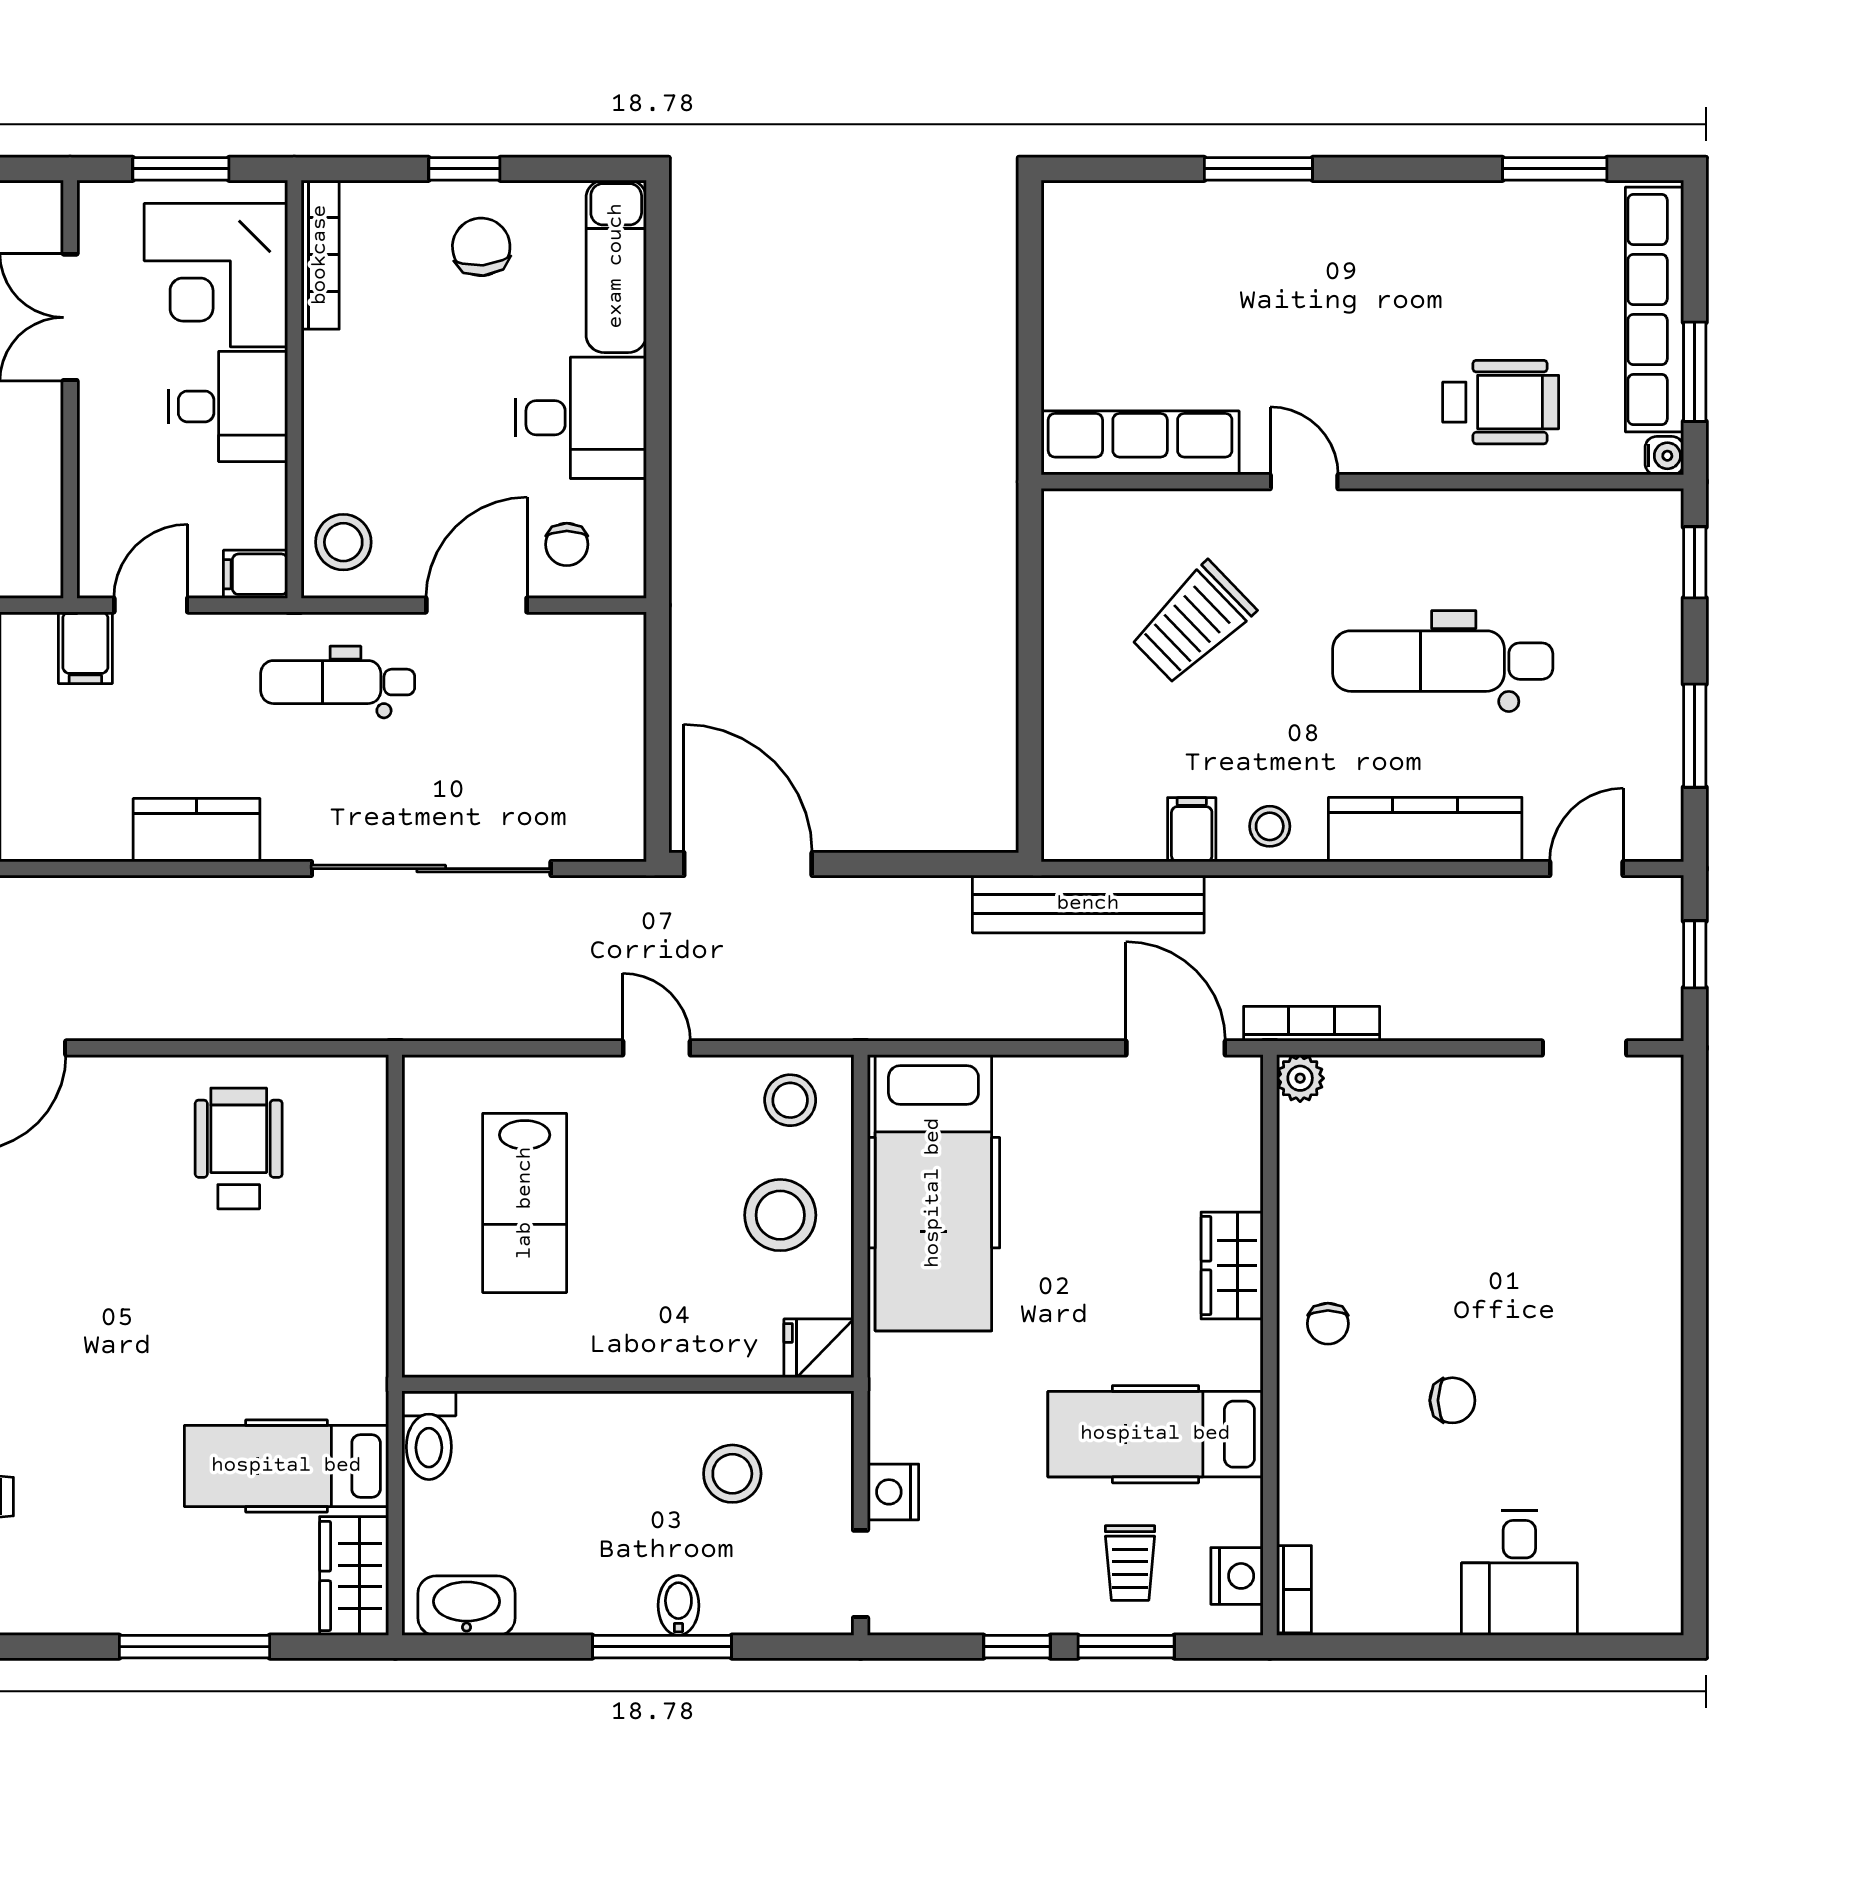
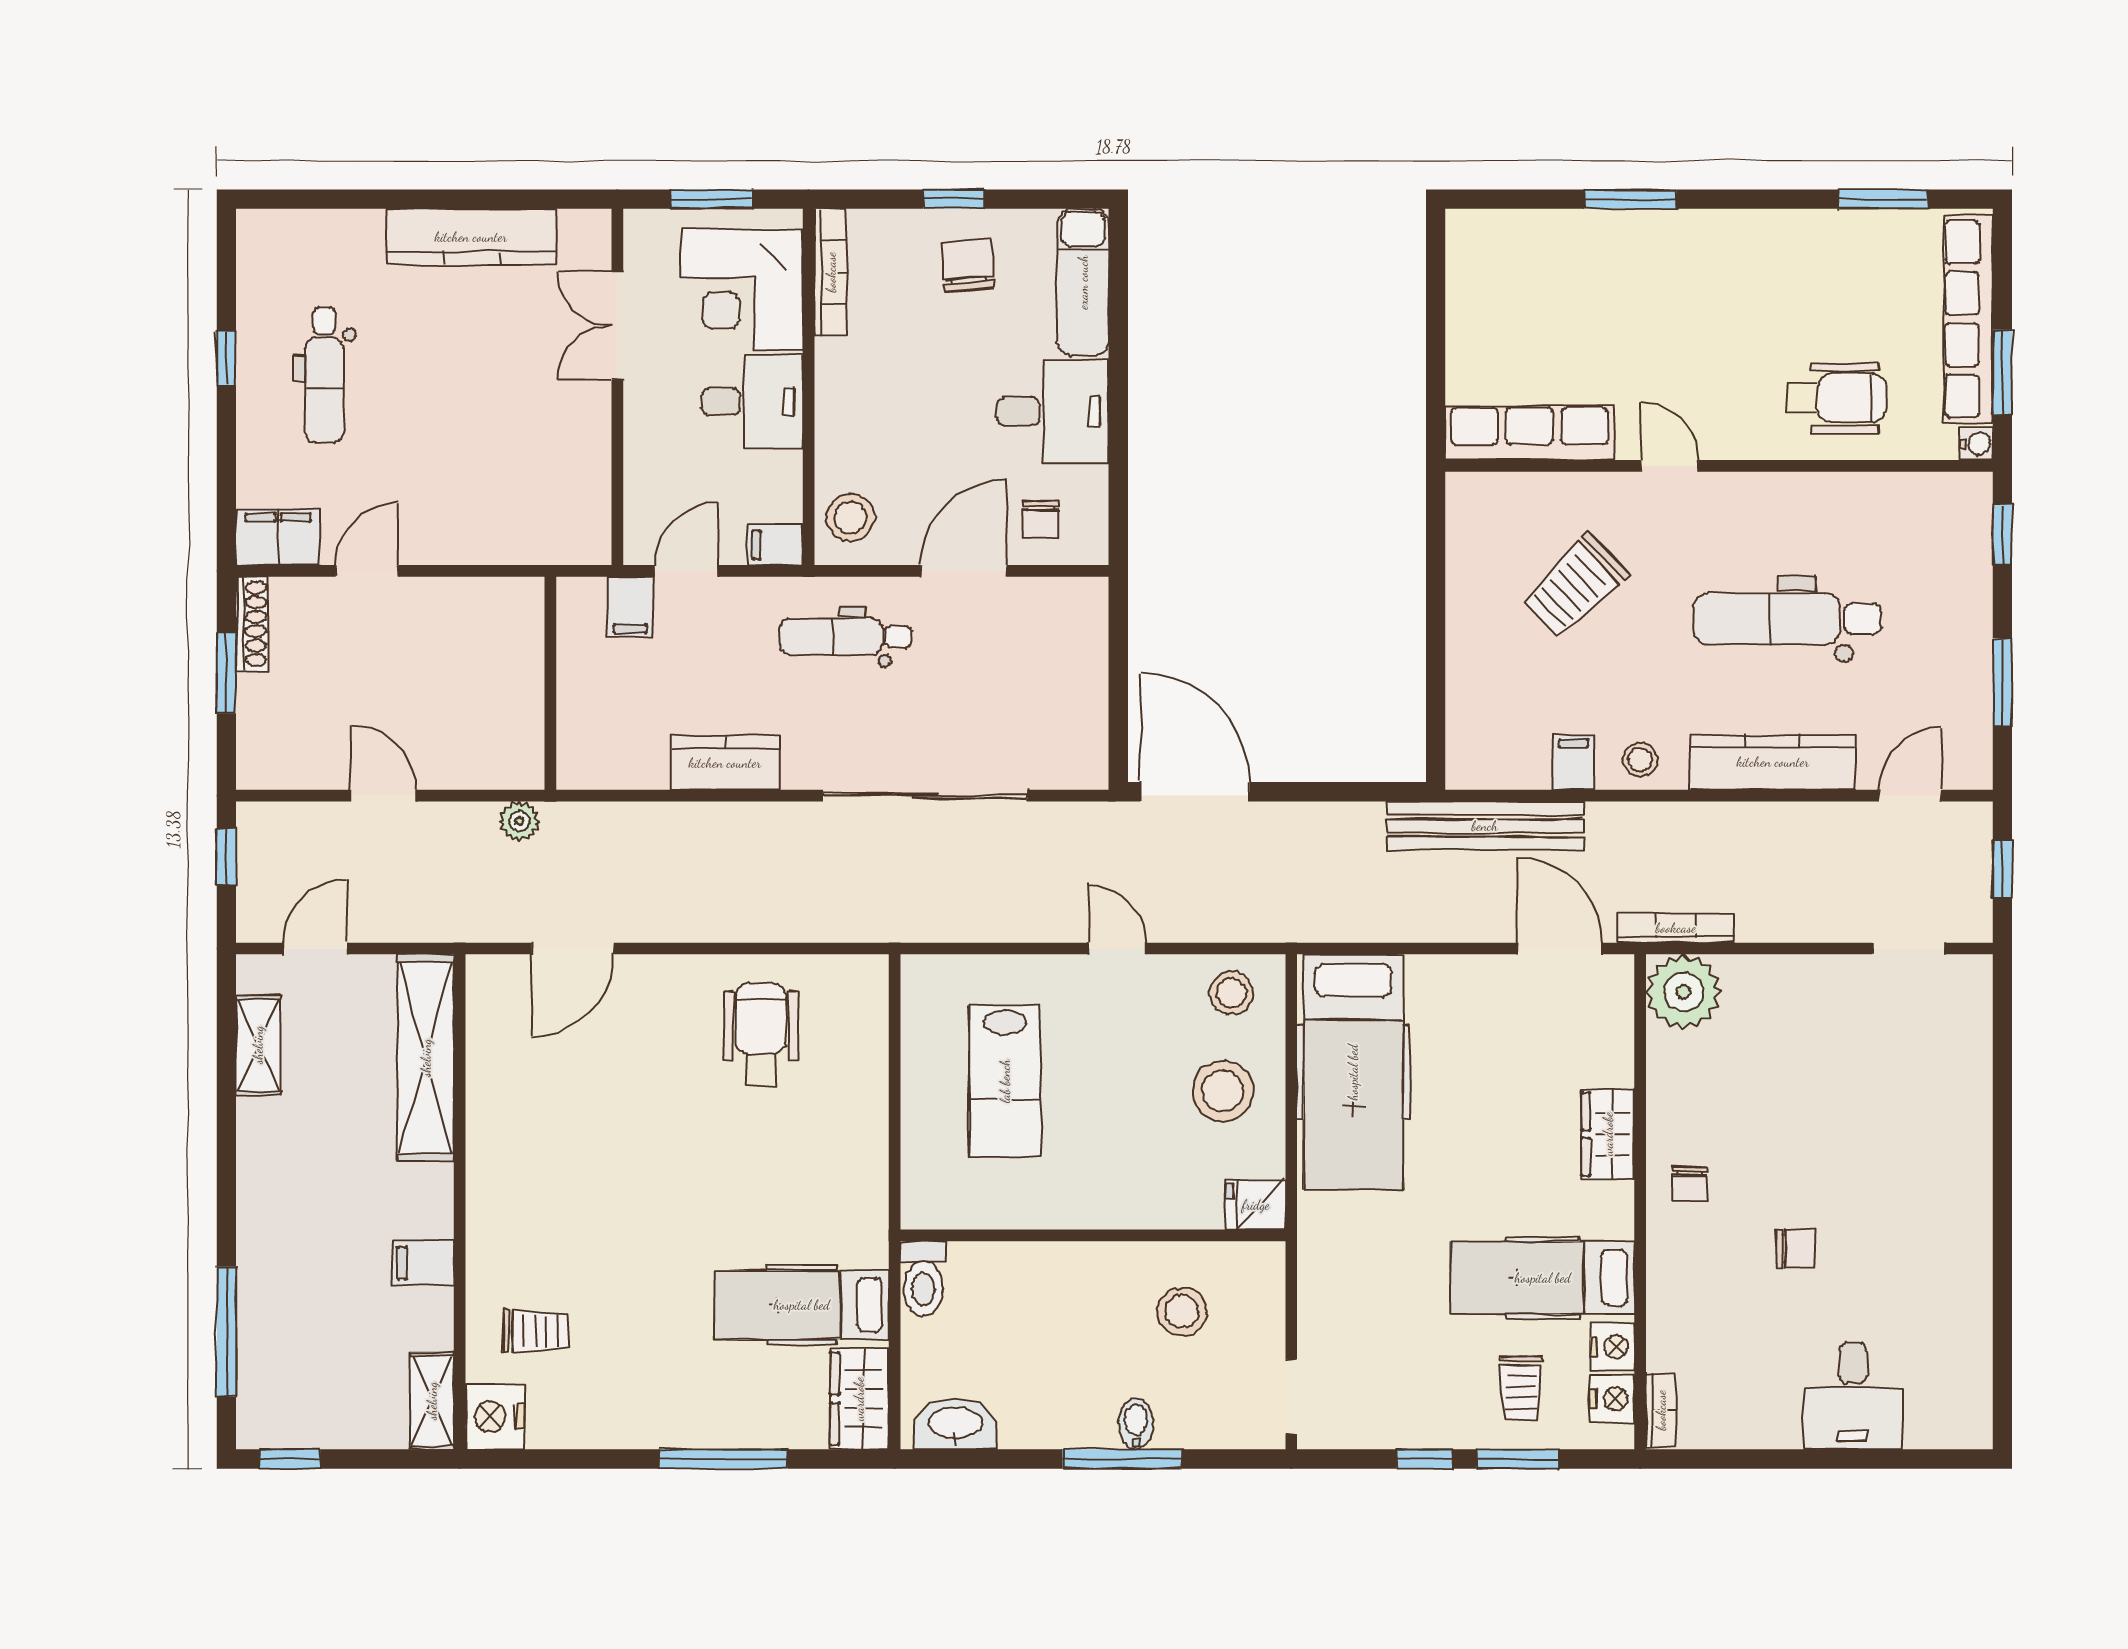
plant: (1300, 1078) -> (1684, 992), width x1.88, depth x1.88
nightstand: (893, 1492) -> (1613, 1347), moved, turned 180

